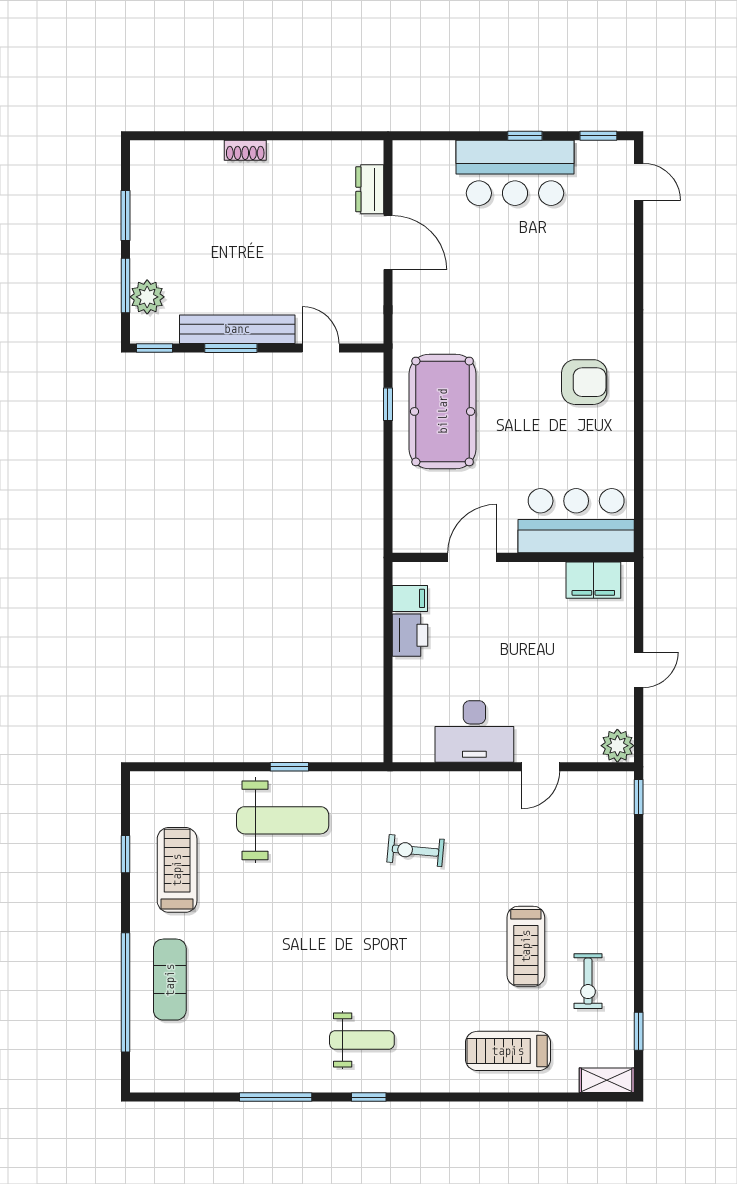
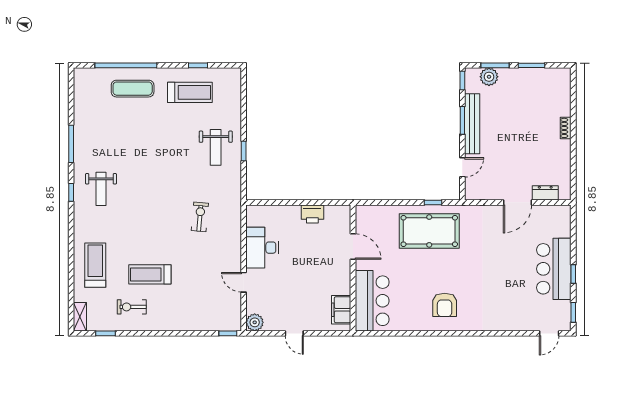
filing cabinet: (410, 598) -> (332, 214), removed
weight bench: (283, 820) -> (216, 147), width x0.73, depth x0.75

